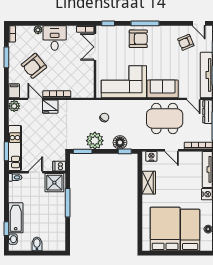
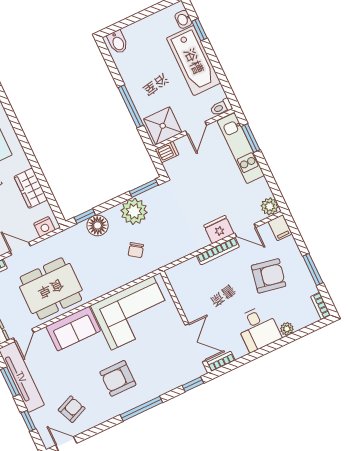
armchair: (138, 39) -> (118, 378), moved
armchair: (34, 66) -> (269, 276), turned 50
door: (194, 99) -> (23, 335), swing flipped
bathtub: (16, 218) -> (194, 61), width x1.36, depth x1.36
bidet: (37, 244) -> (118, 42), moved

